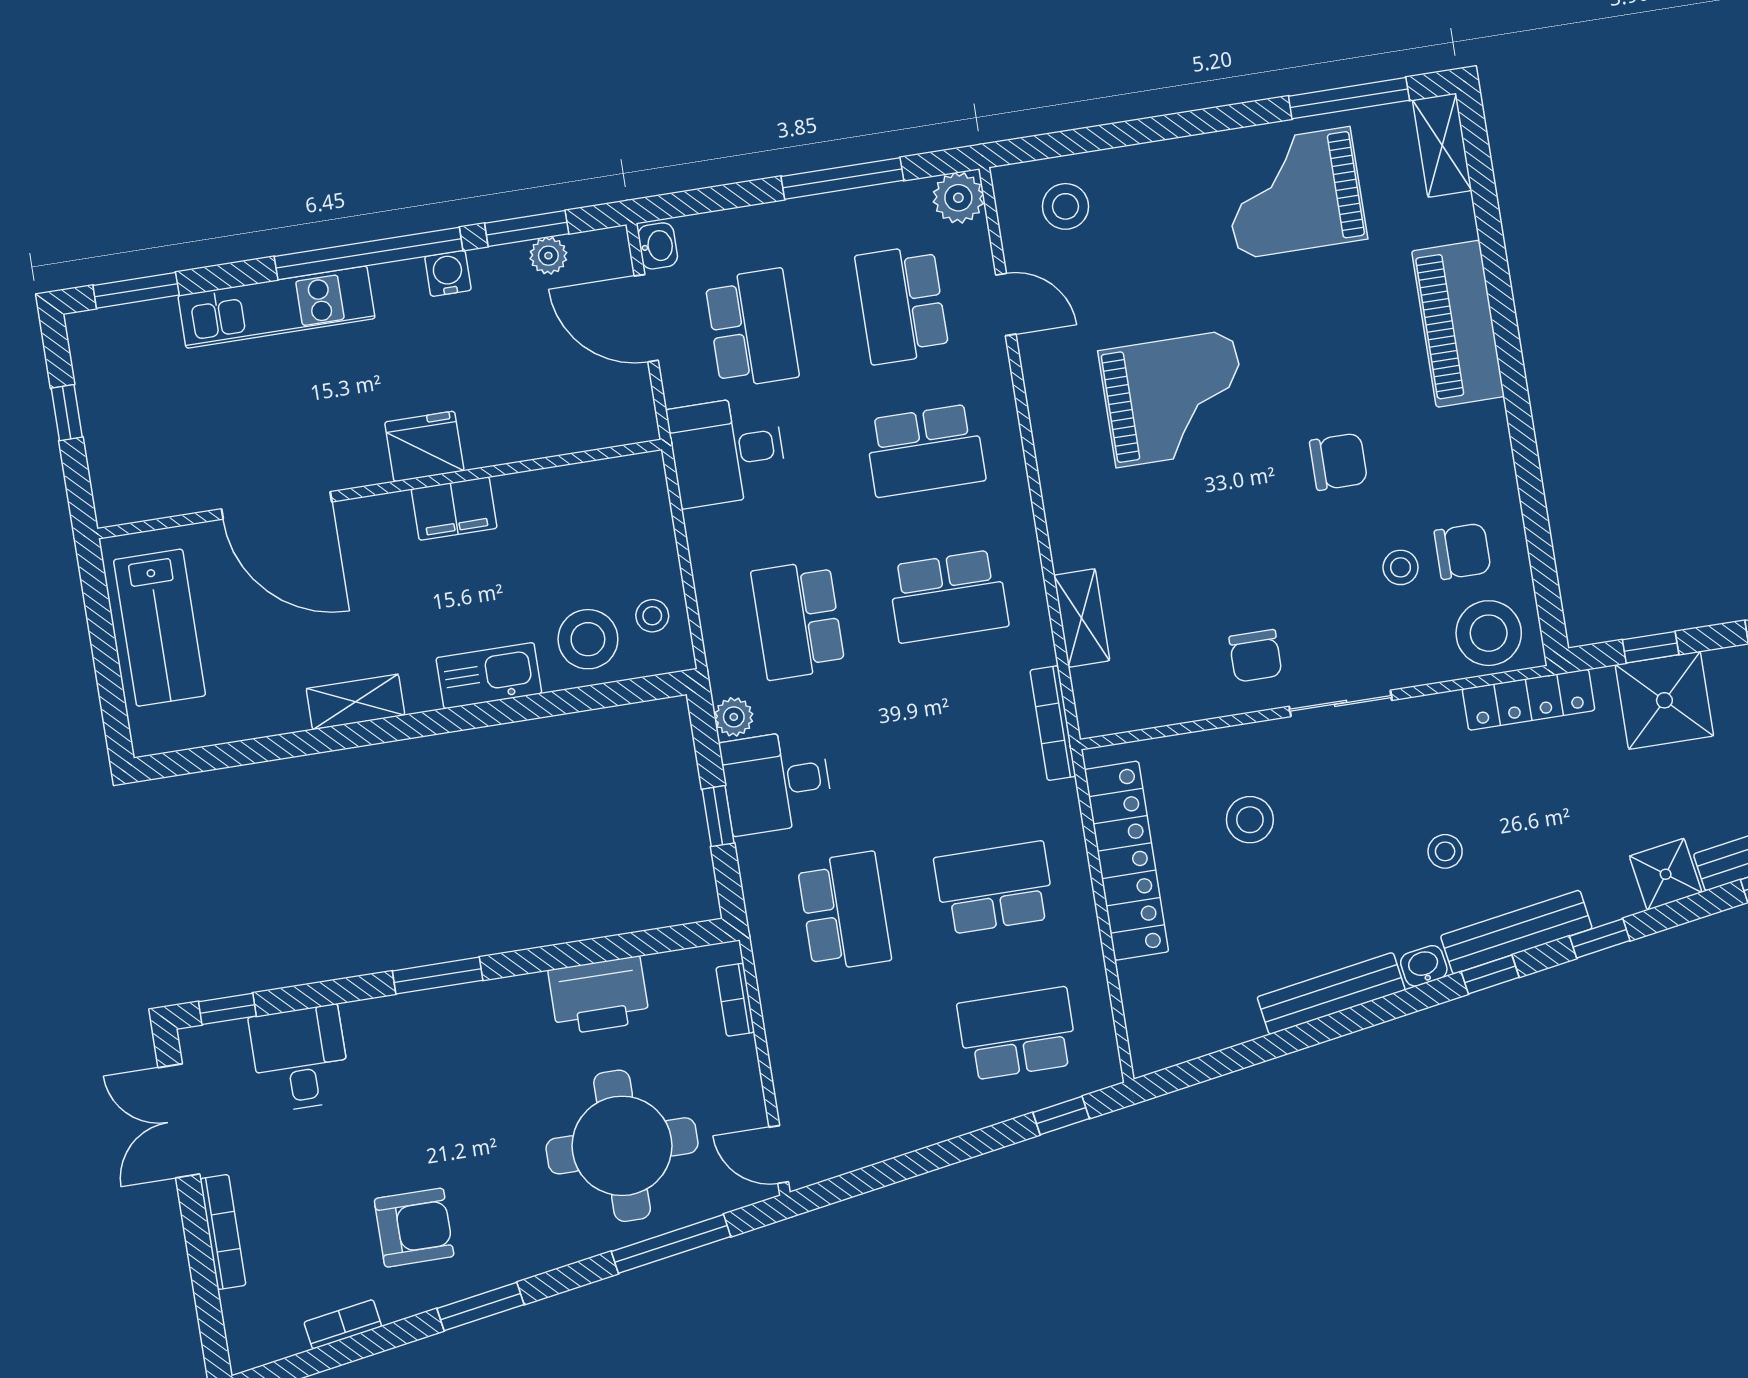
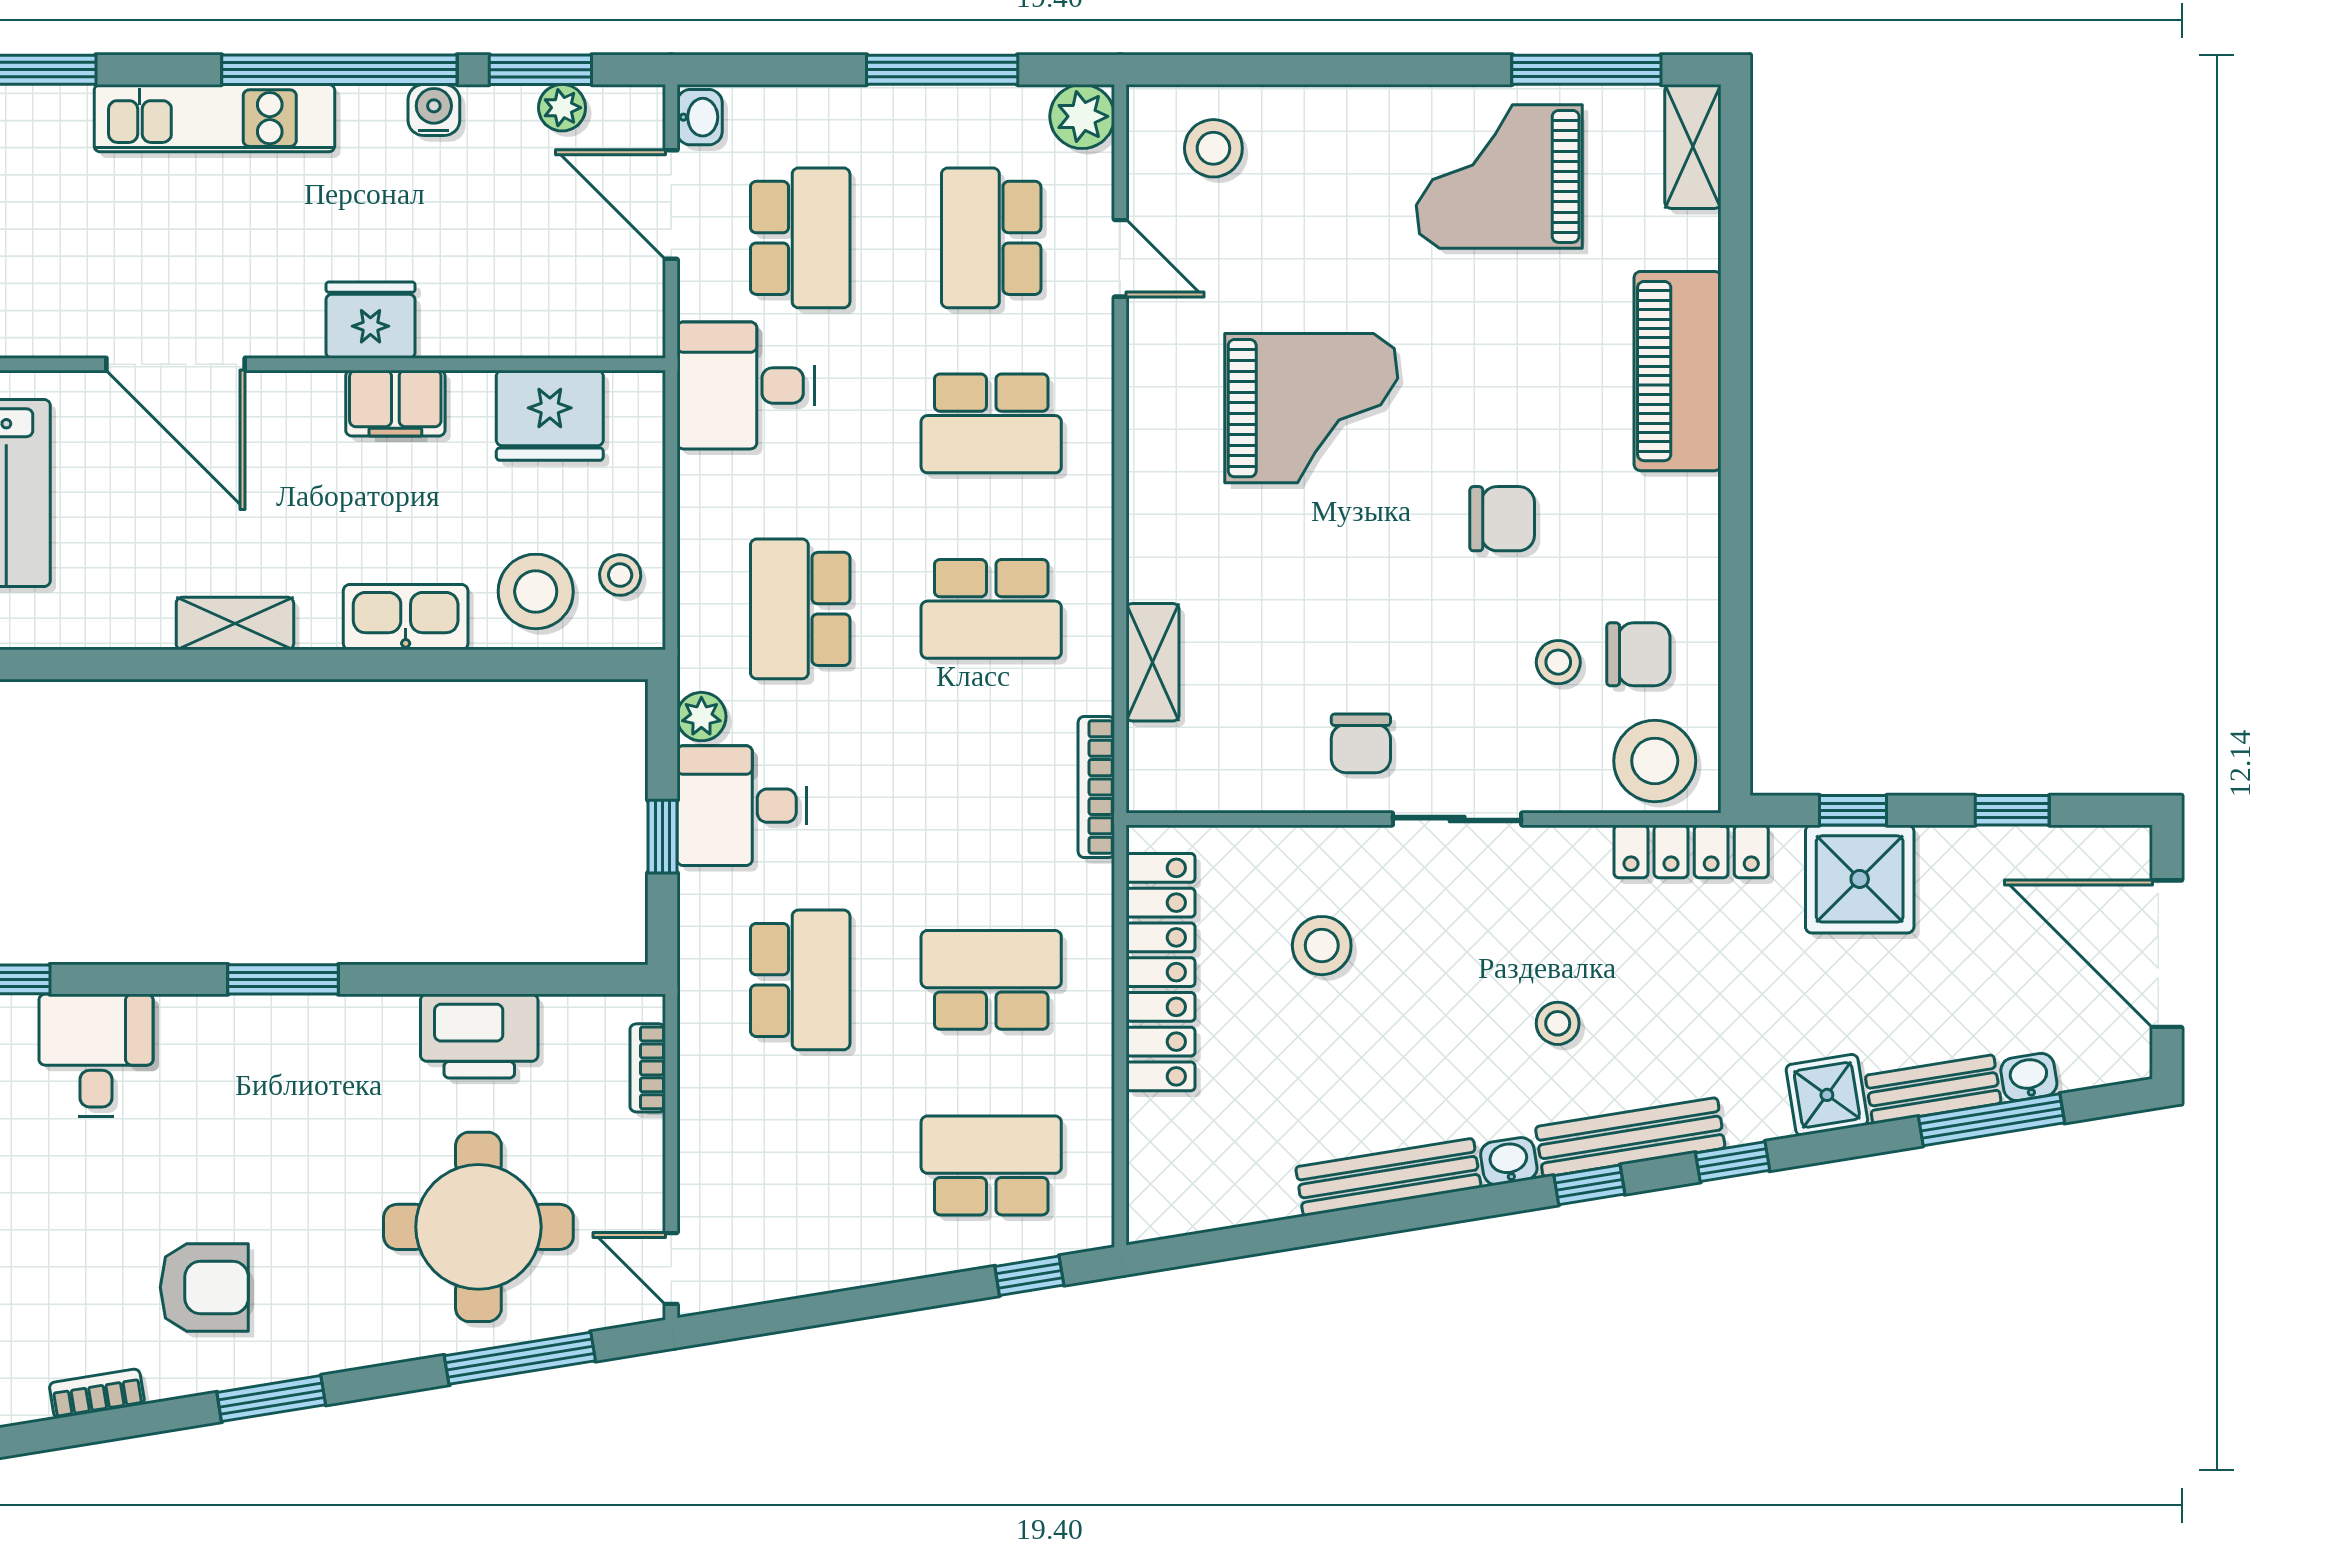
fridge: (577, 499) -> (550, 415), added

